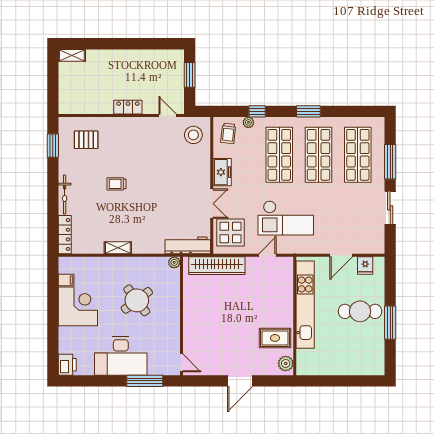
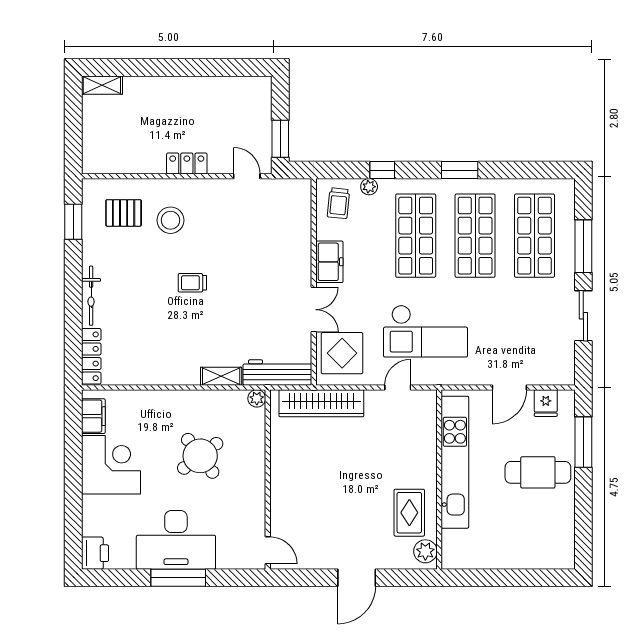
window: (190, 75) -> (280, 139), moved
stool: (193, 135) -> (170, 220), moved
trolley: (116, 184) -> (192, 283), moved
shelving: (118, 248) -> (221, 376), moved
filing cabinet: (66, 280) -> (93, 416), width x2.00
window: (390, 323) -> (583, 442), moved
rug: (275, 338) -> (409, 513), turned 90
window: (145, 381) -> (178, 578), moved

